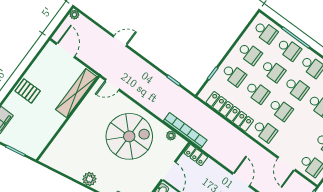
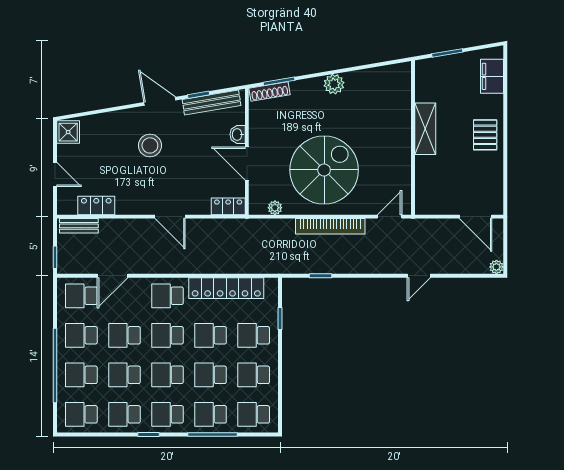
pallet: (28, 91) -> (485, 135), turned 90
shelving: (76, 93) -> (425, 129), moved, width x0.68
school desk: (304, 127) -> (124, 335), added
bookcase: (185, 130) -> (330, 226), moved
spiral stairs: (129, 136) -> (324, 170), turned 180
door: (287, 164) -> (112, 276), swing flipped
door: (241, 180) -> (170, 217), moved

